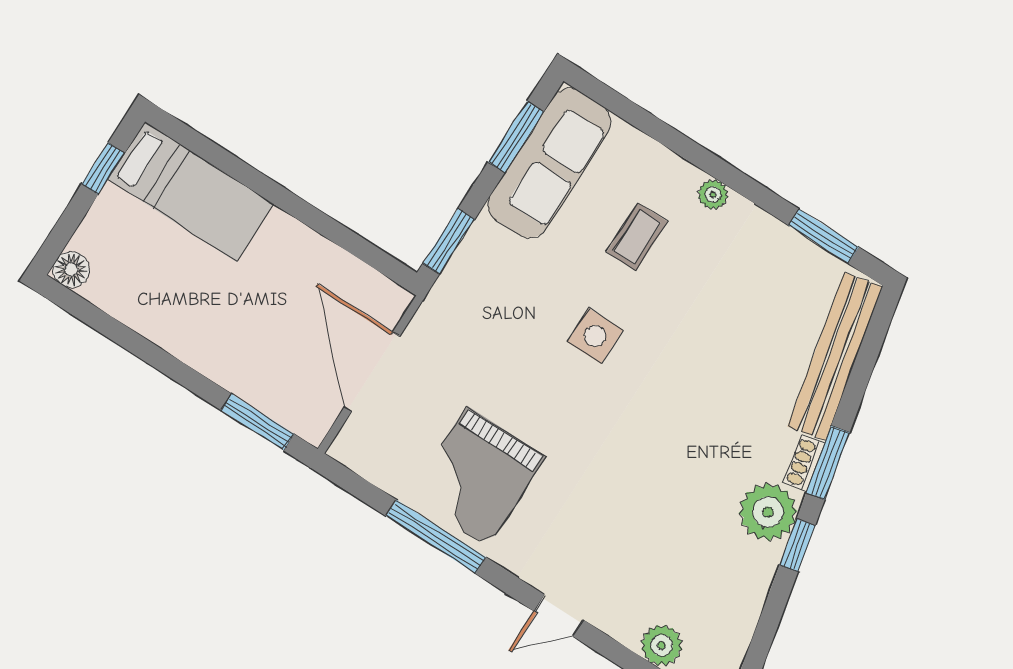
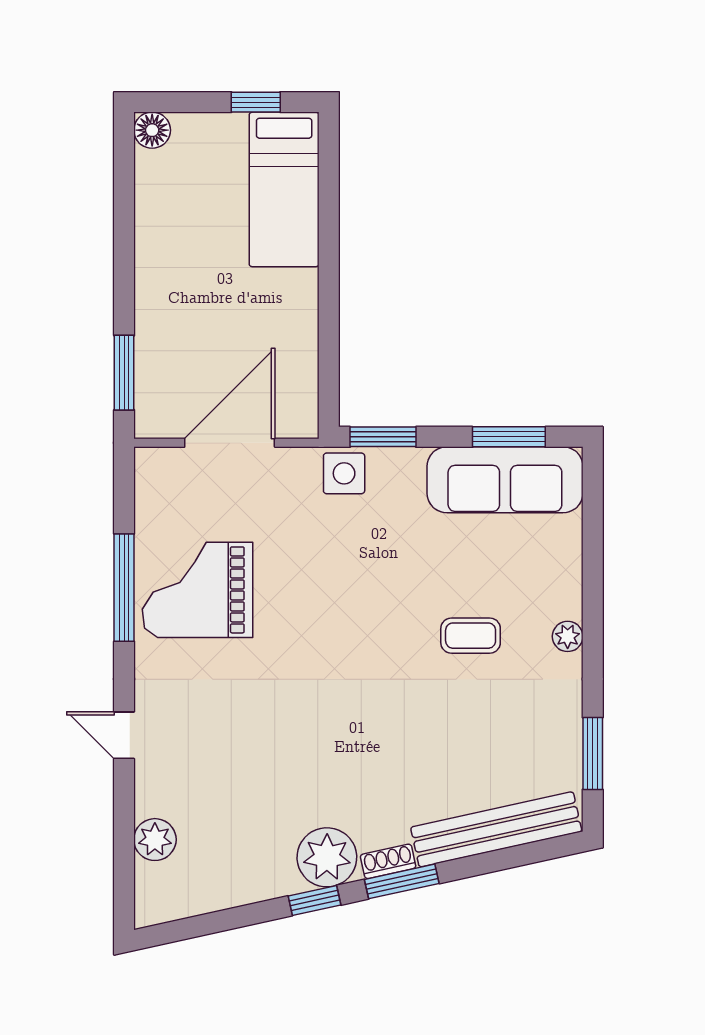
coffee table: (637, 237) -> (471, 636), moved
side table: (595, 336) -> (344, 473), moved

